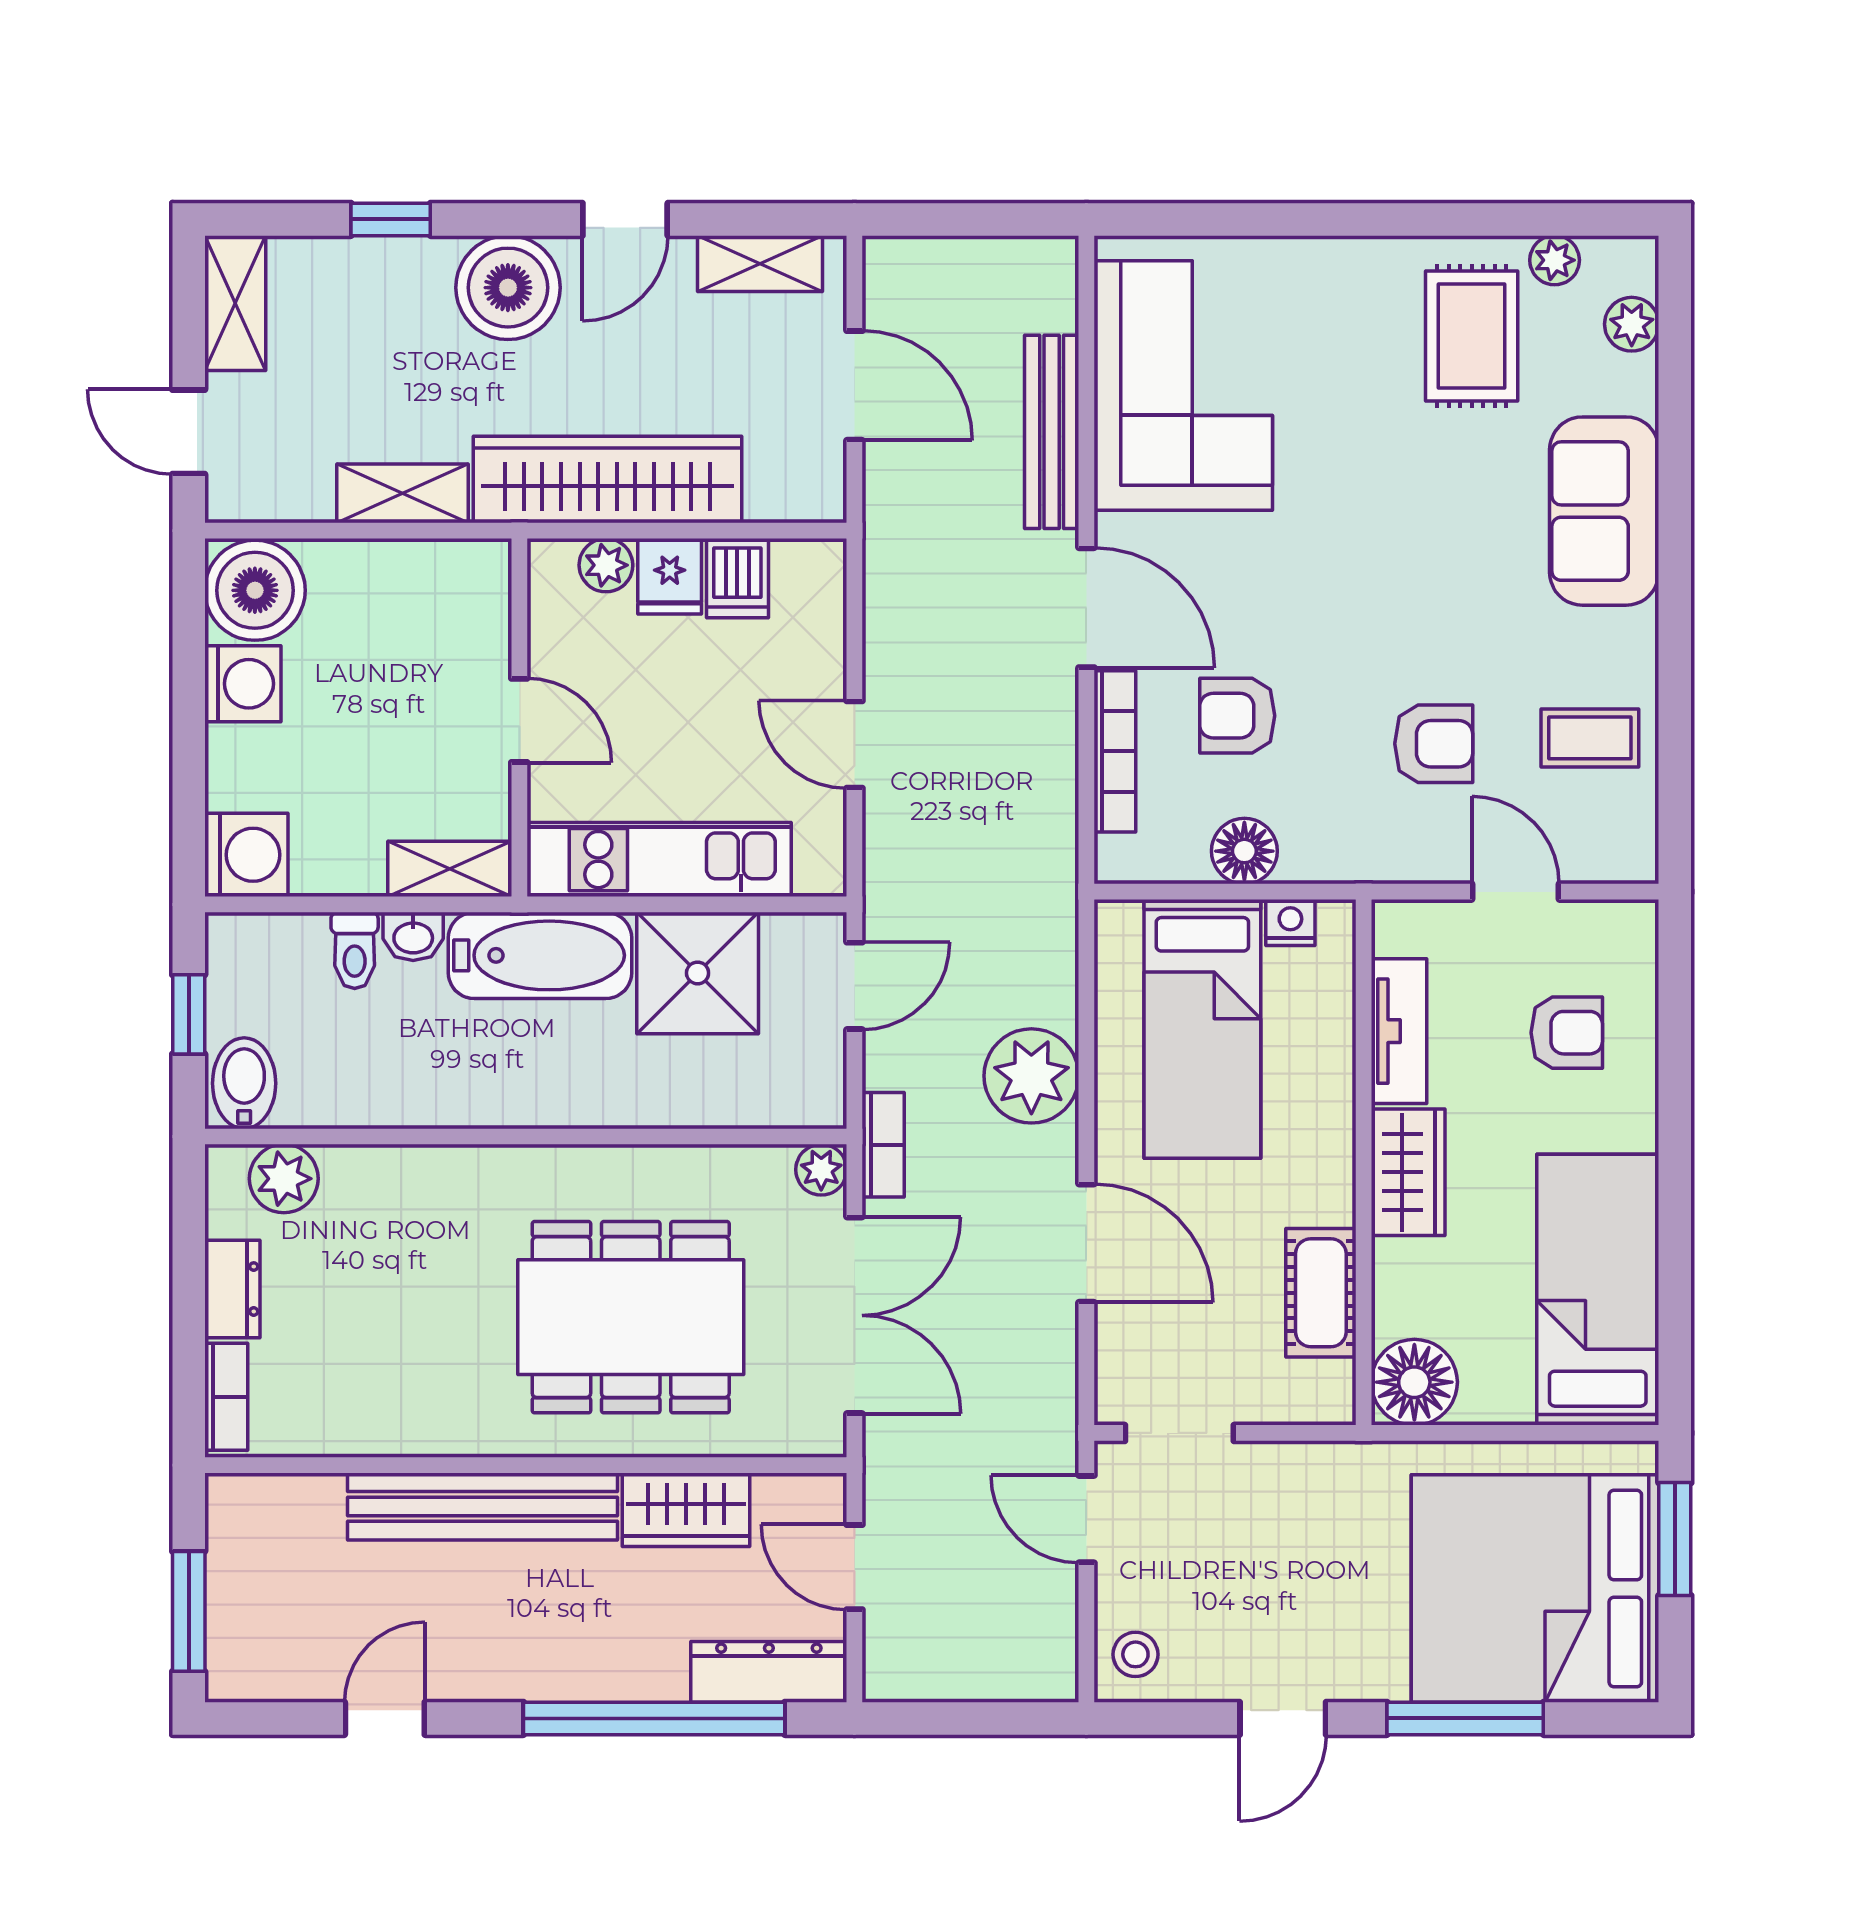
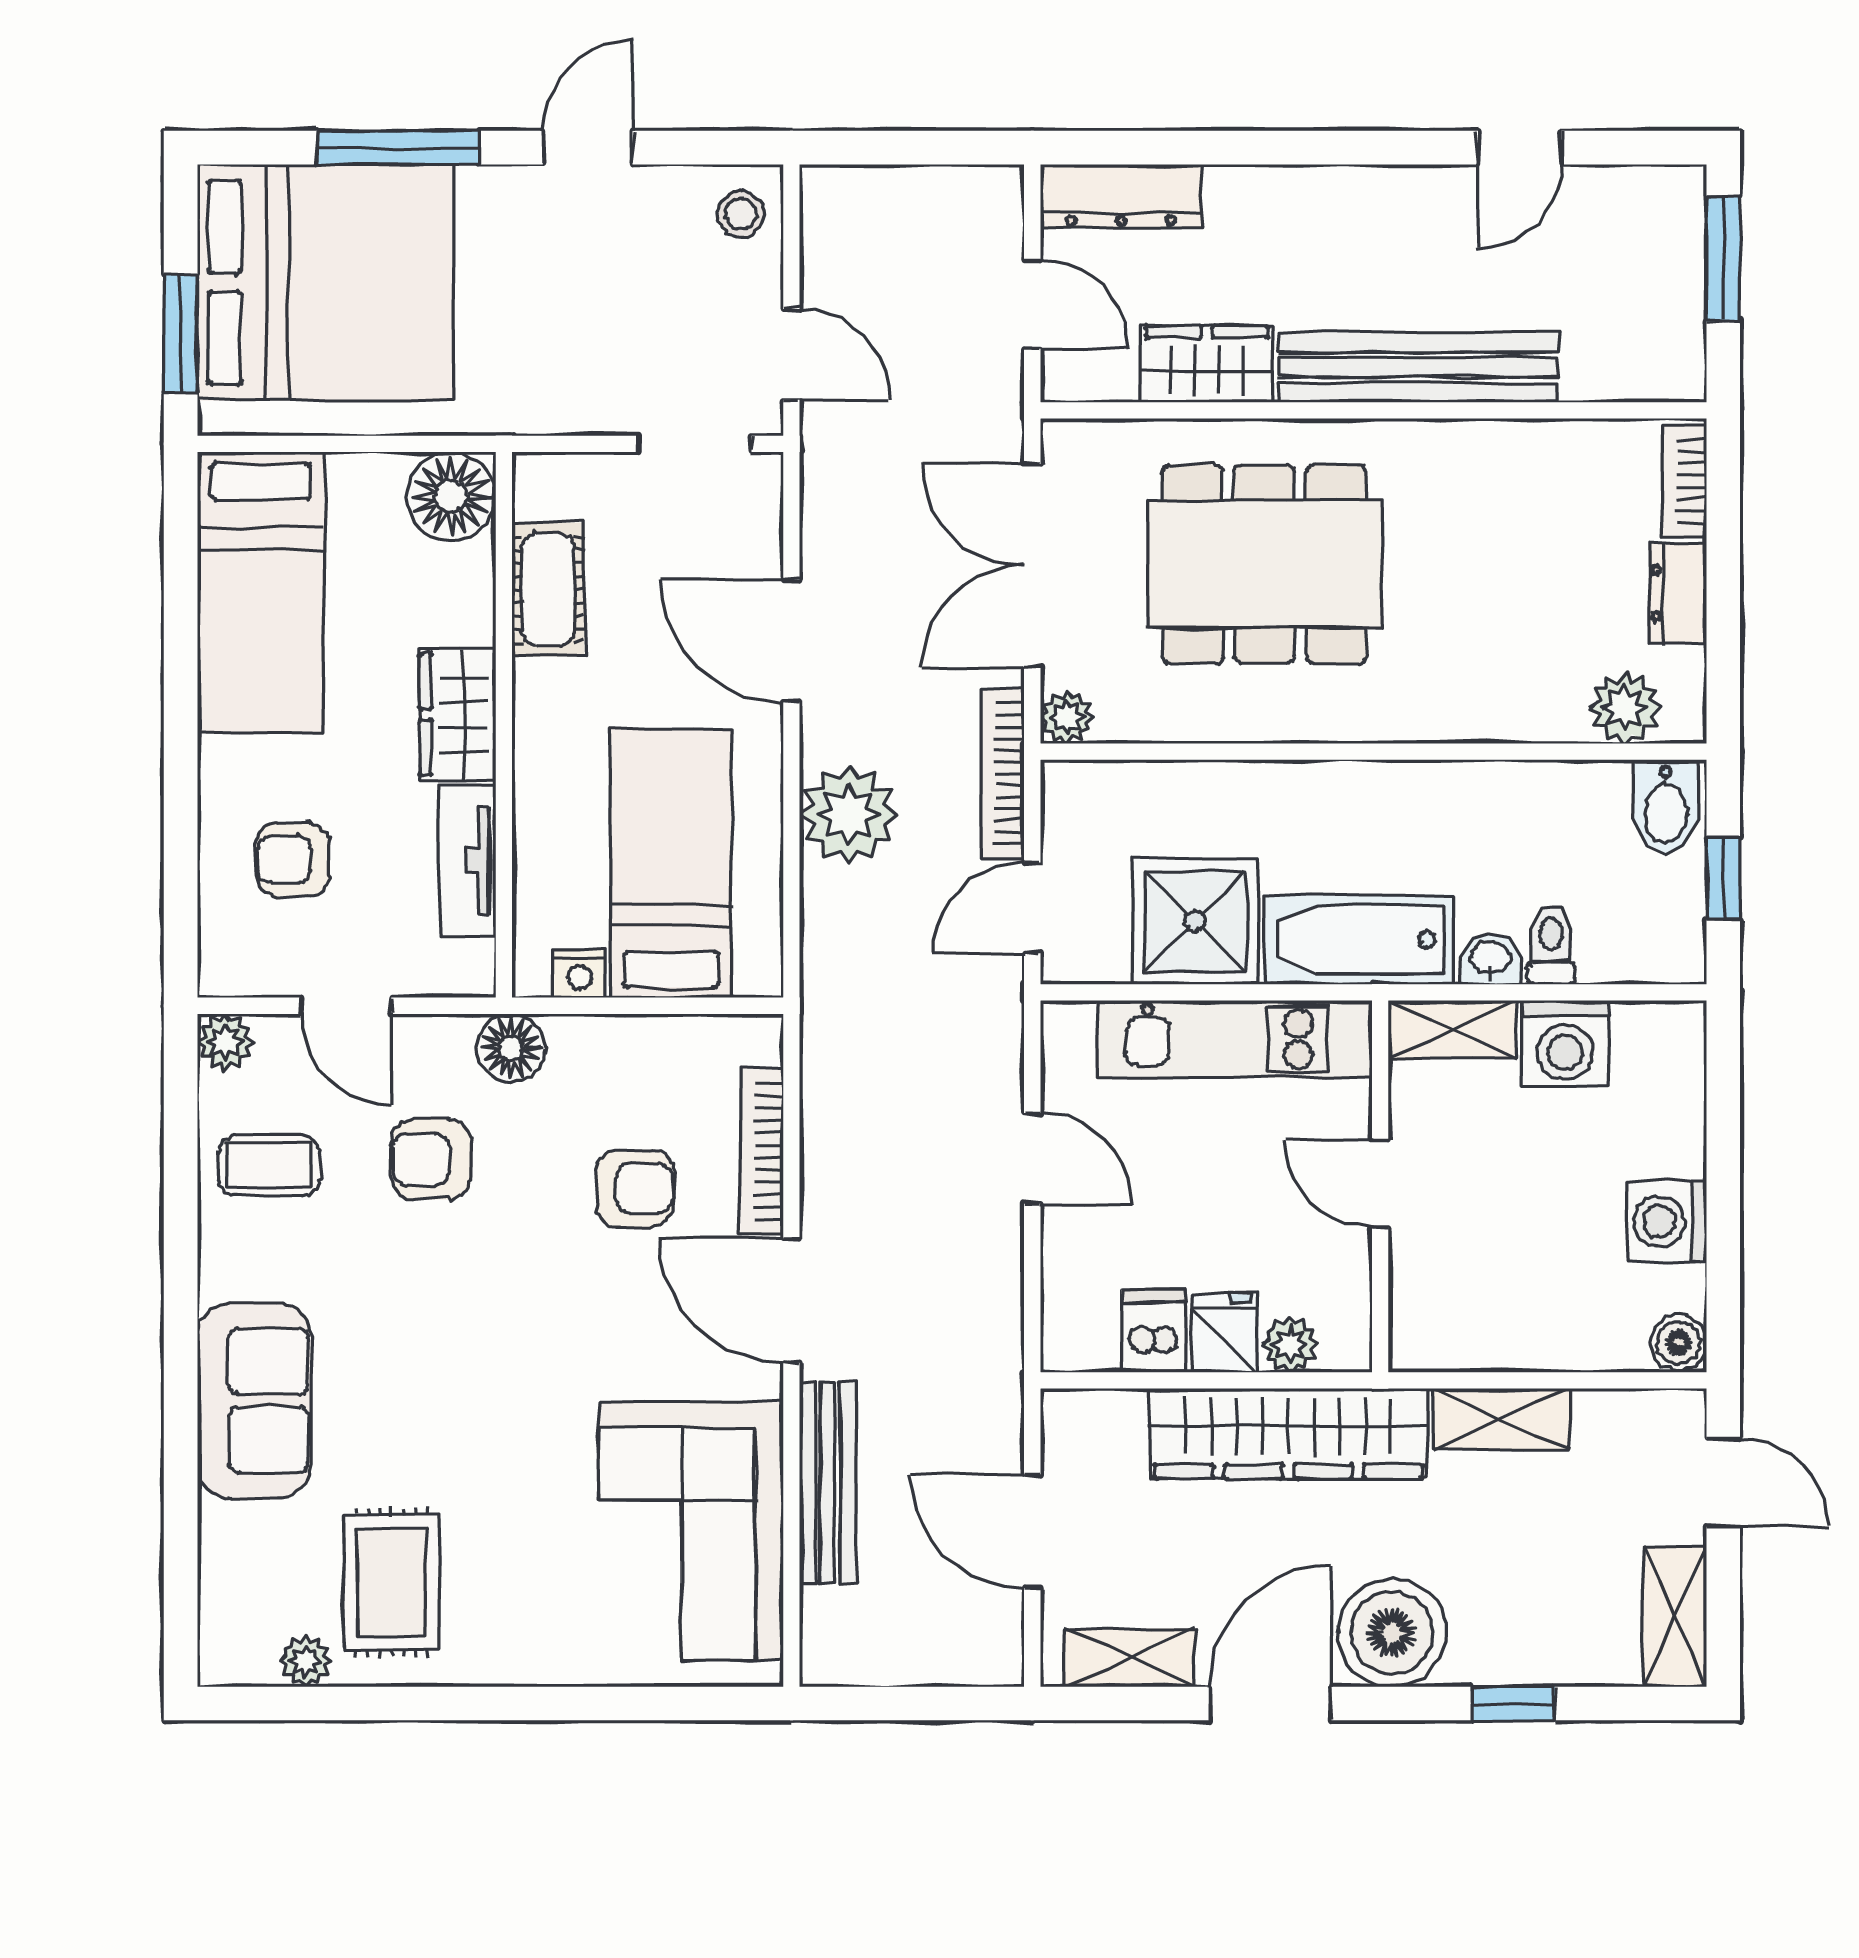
door: (625, 219) -> (1270, 1703), width x1.38
plant: (1632, 324) -> (225, 1042), moved
boiler: (255, 590) -> (1679, 1343), width x0.54, depth x0.54
floor lamp: (1244, 851) -> (511, 1048), moved
washing machine: (246, 855) -> (1565, 1044), moved, turned -90
bookcase: (883, 1145) -> (1002, 774), width x1.56
window: (654, 1718) -> (1240, 148), removed

